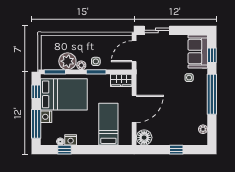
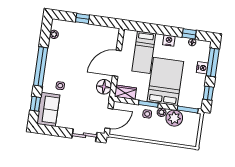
bed: (64, 94) -> (165, 81), moved, turned 90
floor lamp: (144, 138) -> (104, 87), moved
nightstand: (71, 140) -> (169, 41), moved

